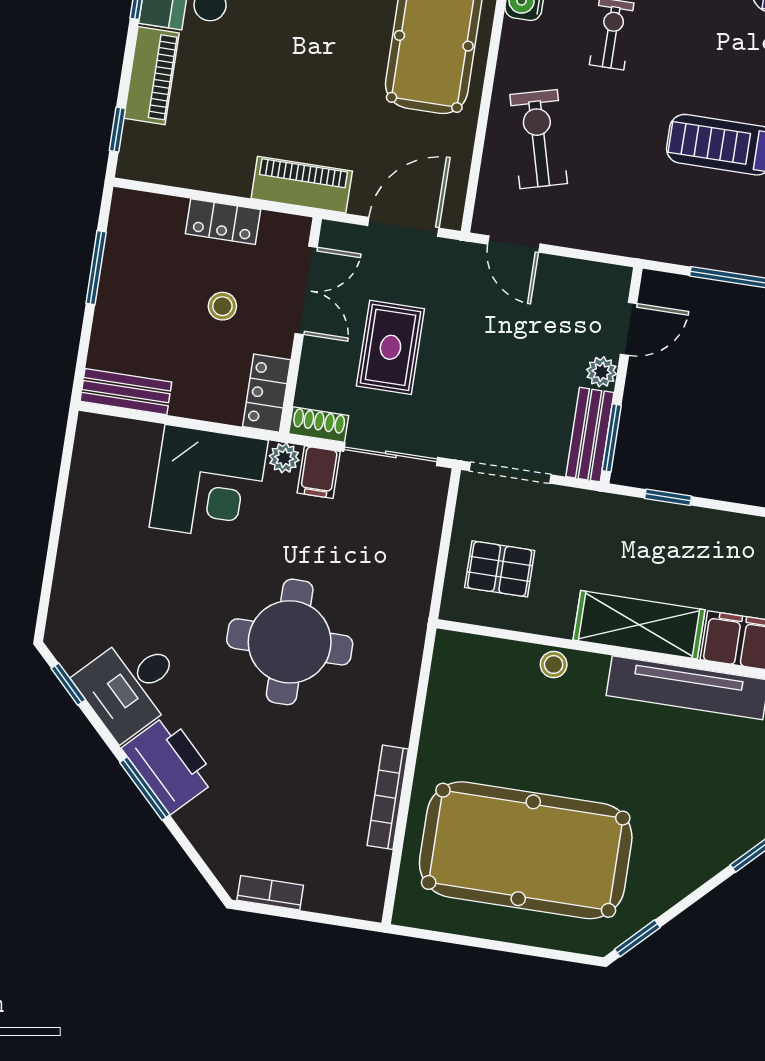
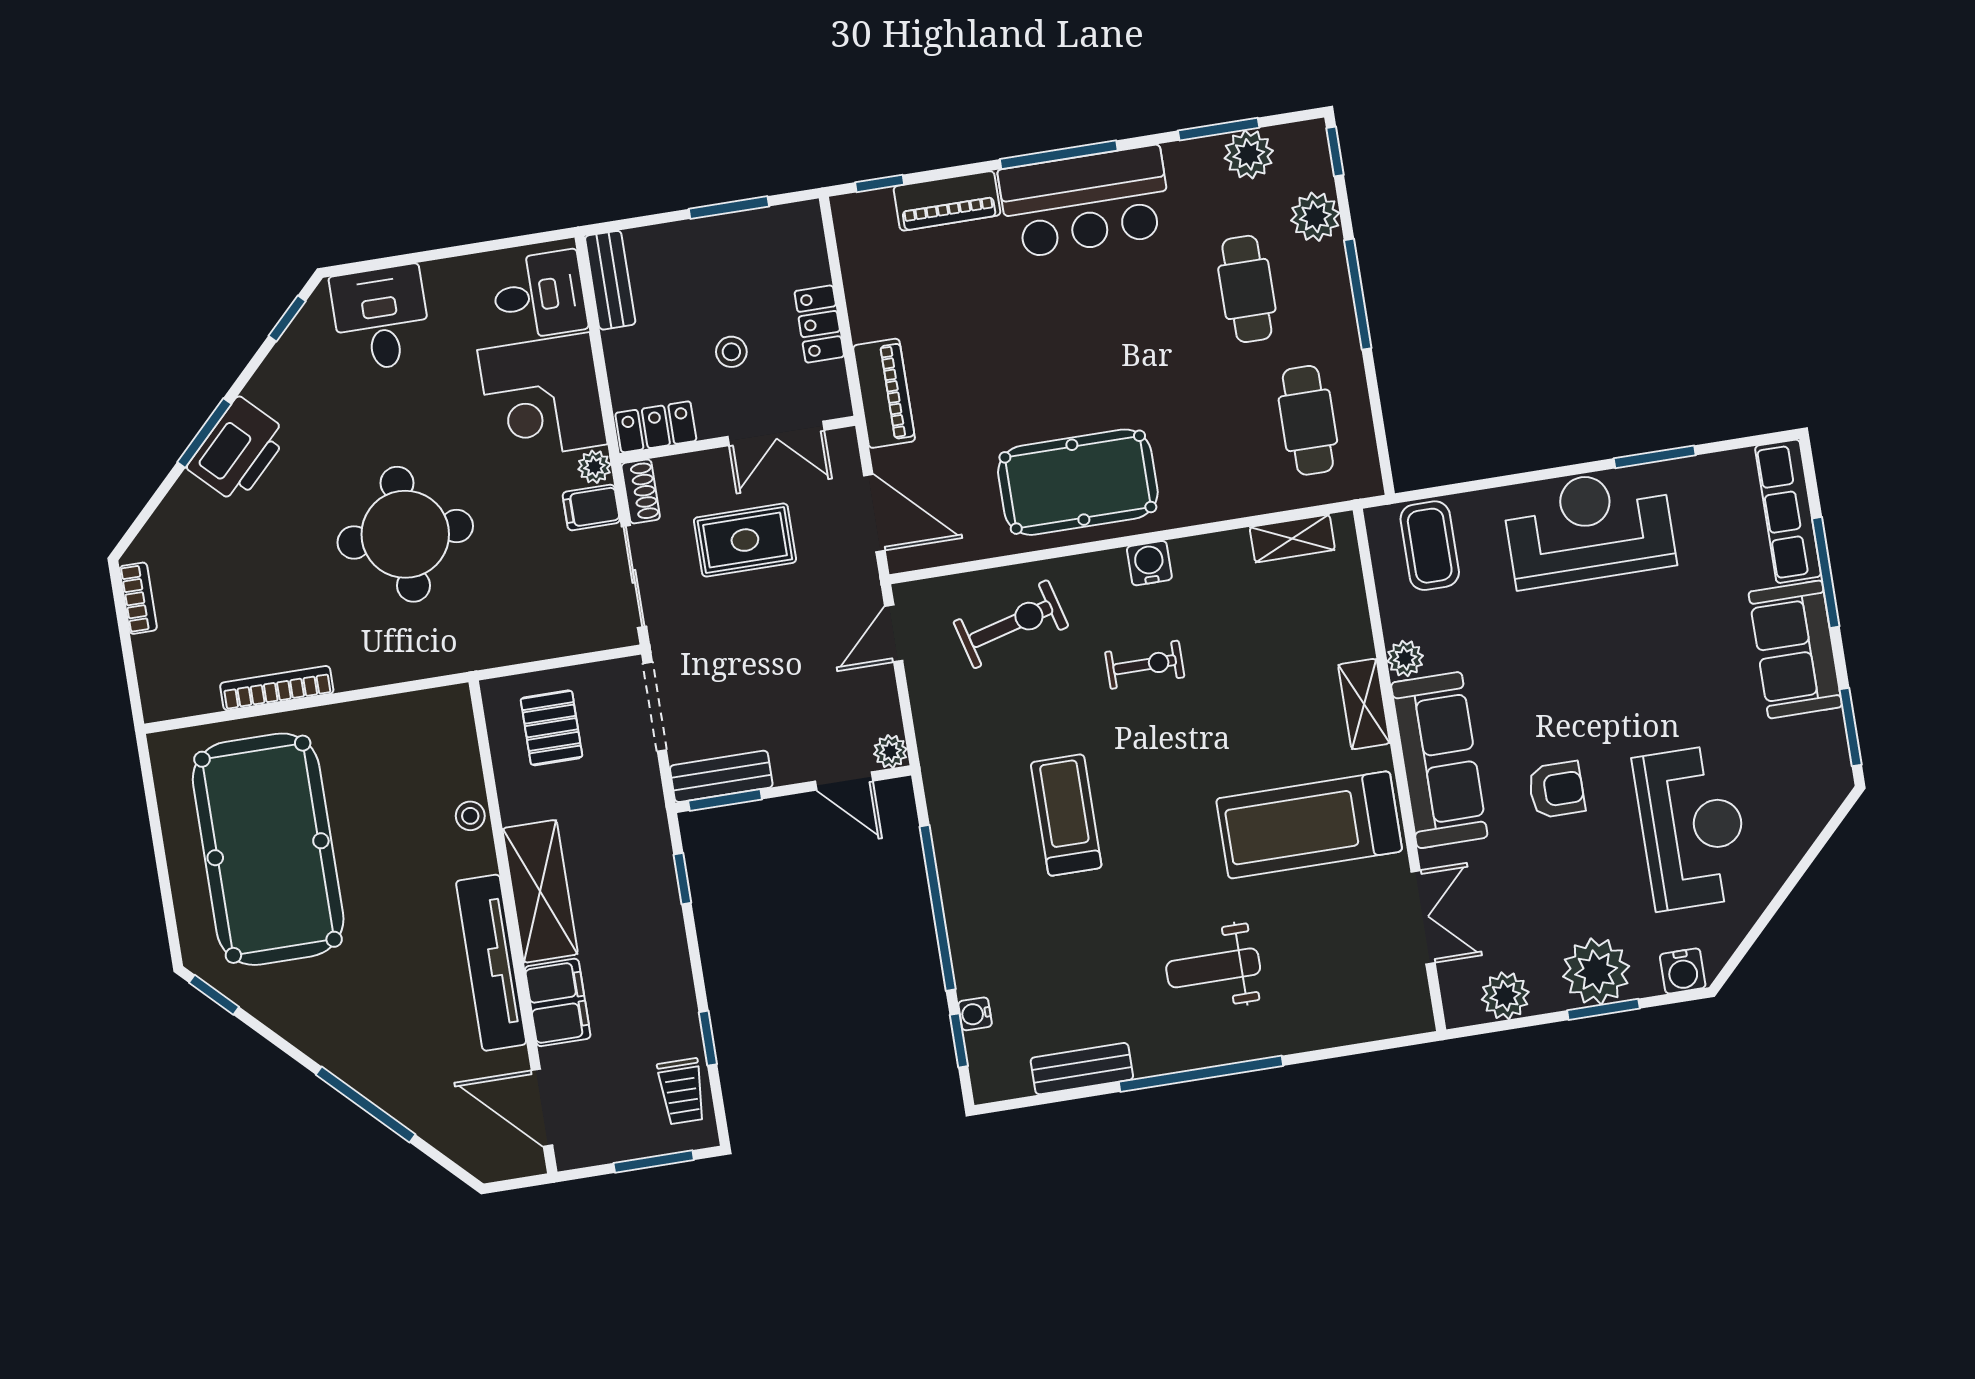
plant: (602, 372) -> (890, 751), moved
desk: (119, 458) -> (539, 295), added
desk: (131, 685) -> (381, 318), moved, turned 45

